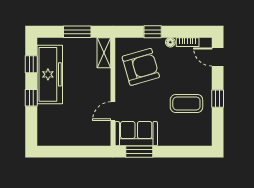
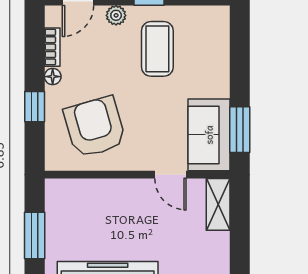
shelving: (104, 53) -> (218, 204), moved, turned 90
plant: (206, 79) -> (116, 15), added

